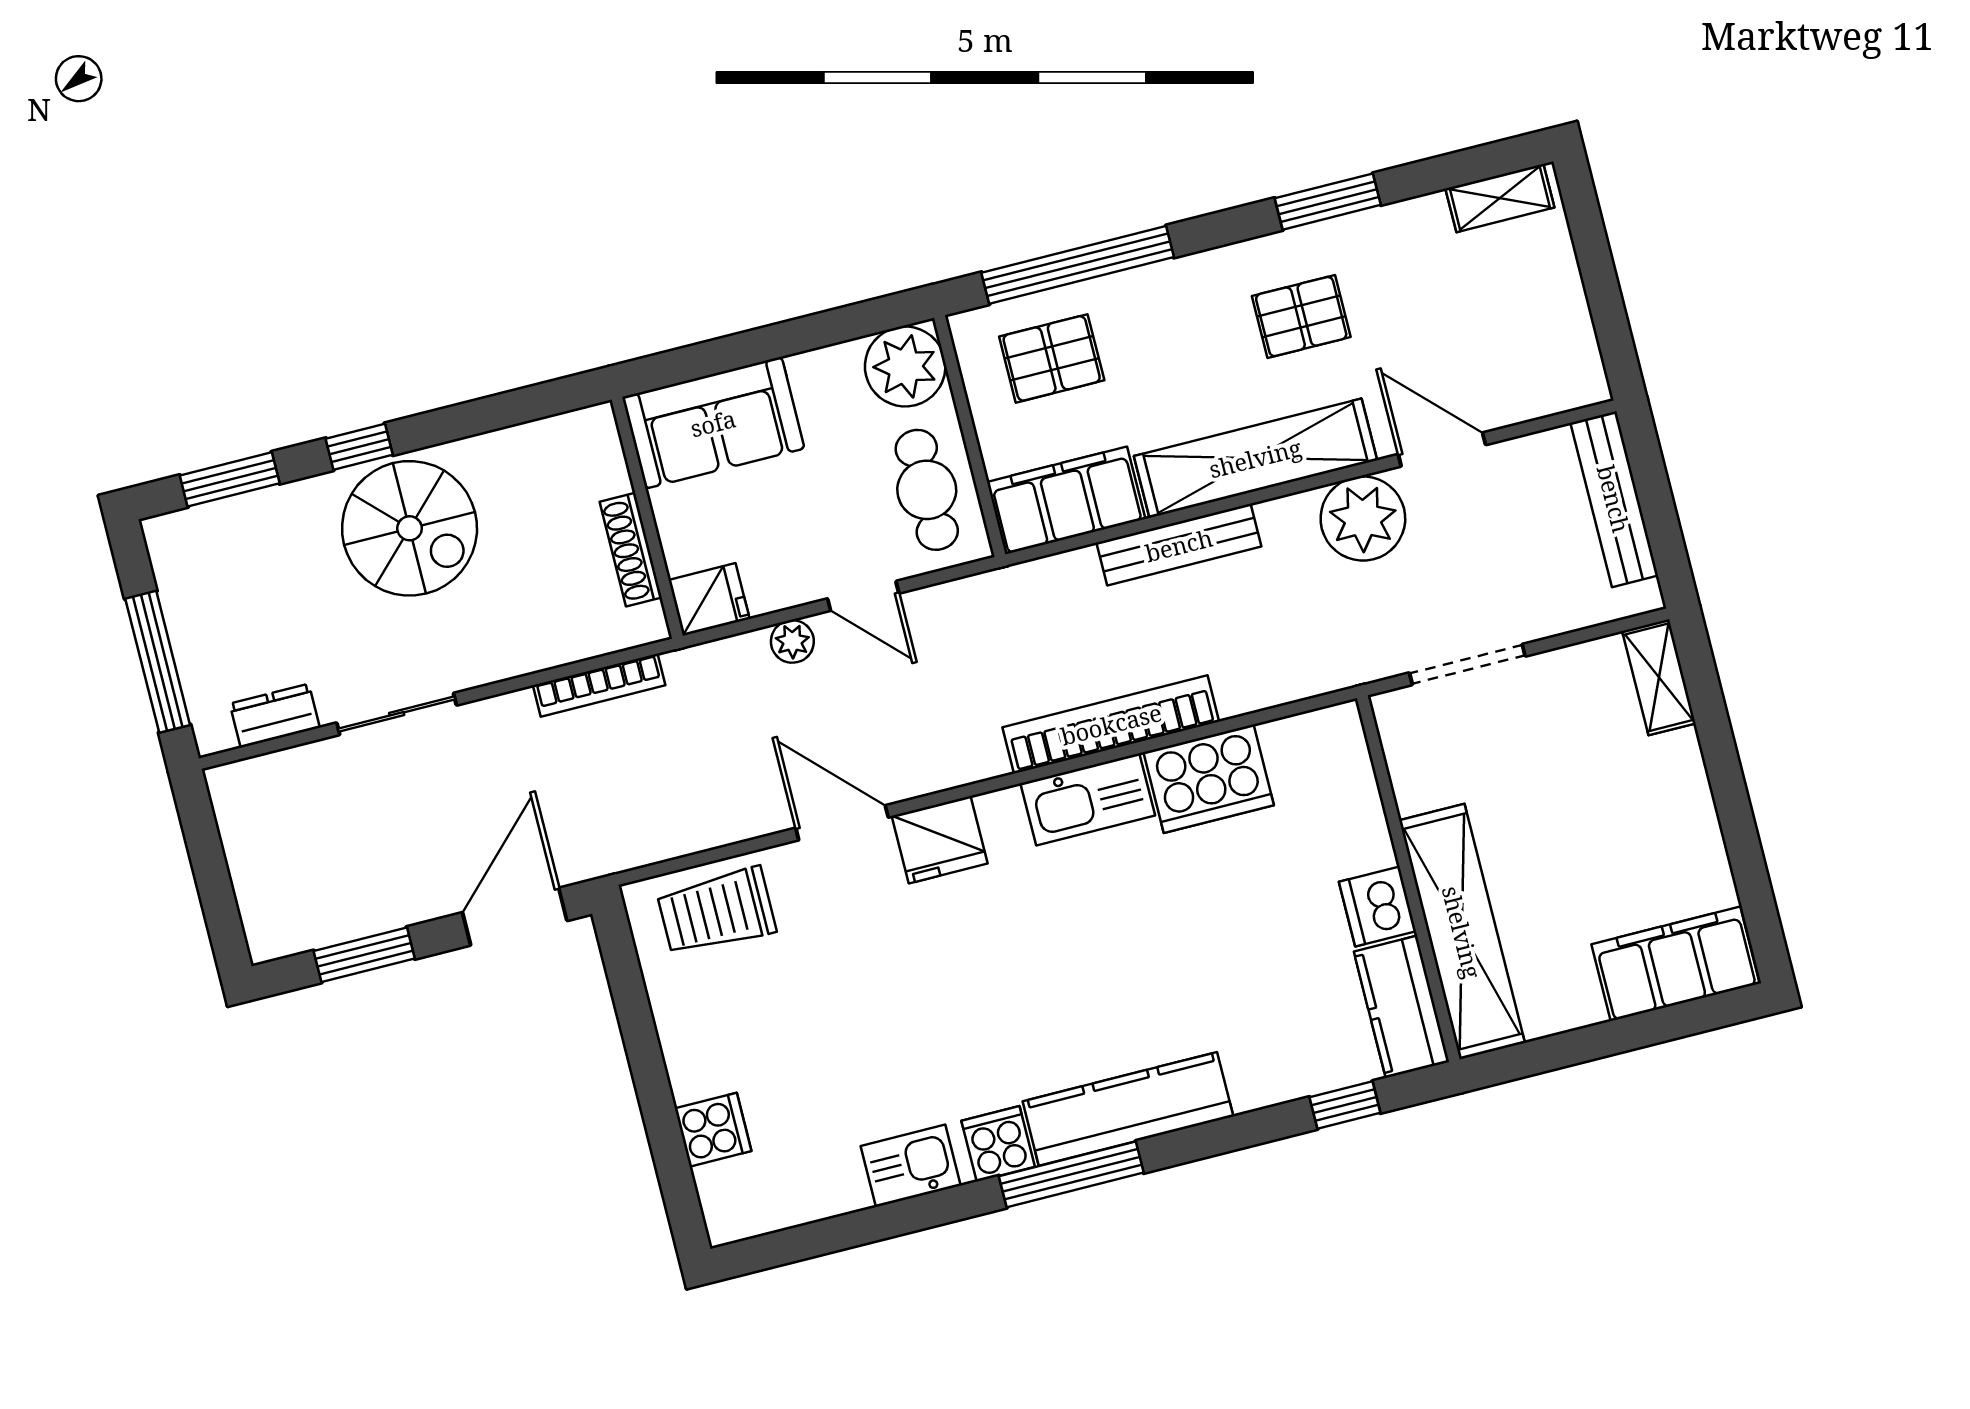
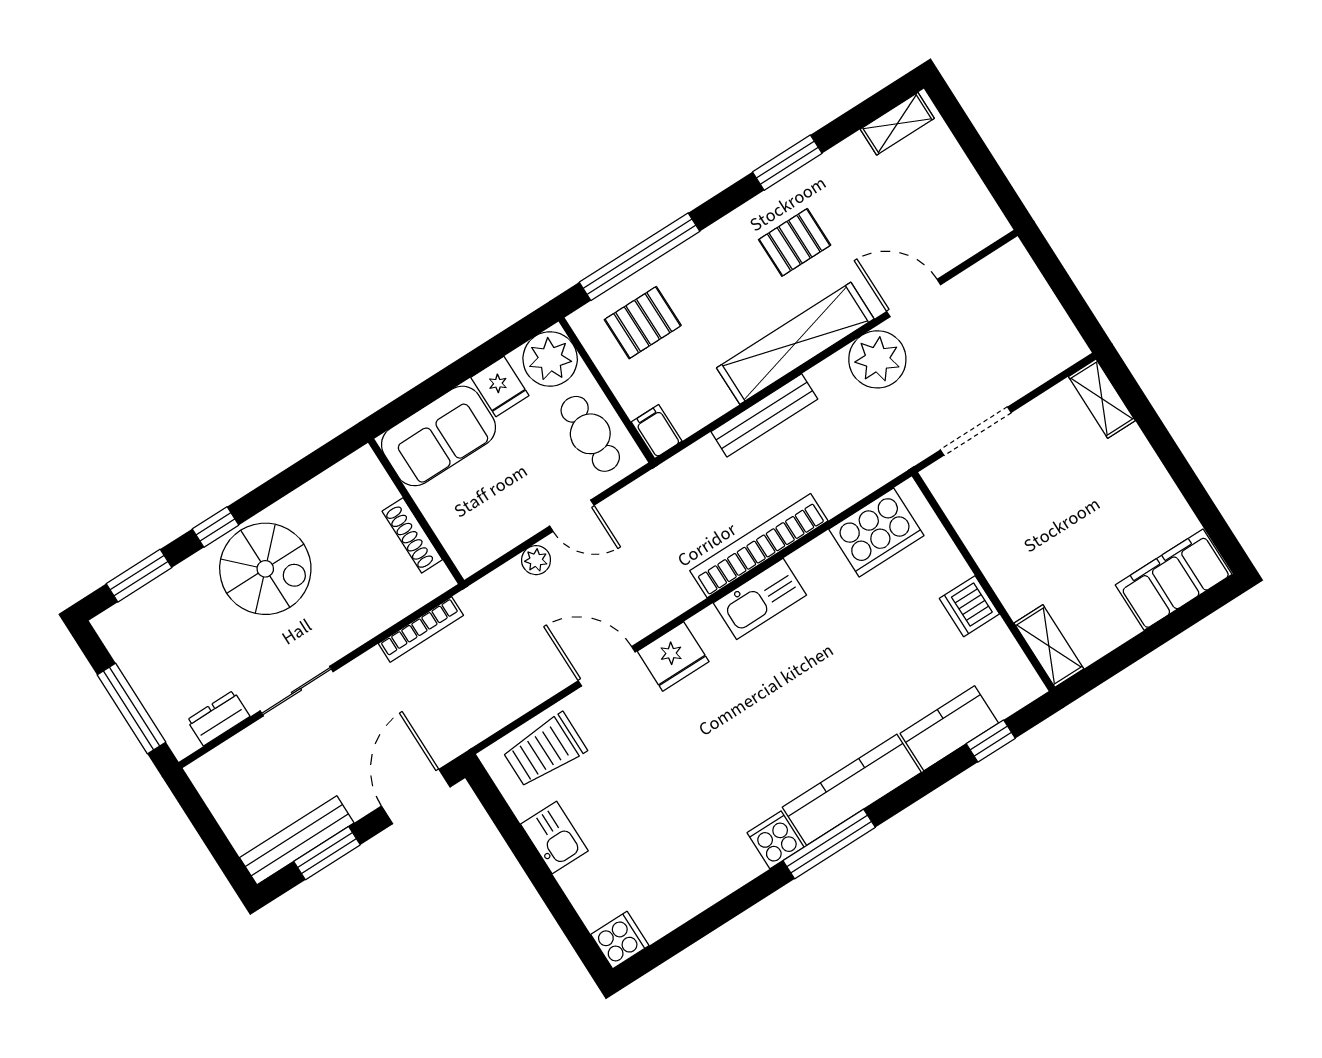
bench: (1614, 499) -> (297, 840), moved, turned 90
filing cabinet: (1066, 500) -> (657, 432), width x0.33, depth x0.86
fridge: (709, 599) -> (500, 387), moved, turned 90
cooker: (1209, 779) -> (876, 532), moved
shelving: (1462, 932) -> (1049, 646), width x0.45, depth x0.75
kitchen counter: (1401, 1007) -> (949, 728), moved, turned 90
cooker: (713, 1130) -> (620, 940), moved
kitchen sink: (911, 1166) -> (554, 838), moved, turned 90

